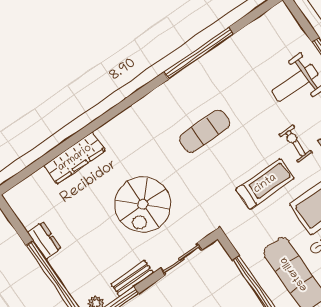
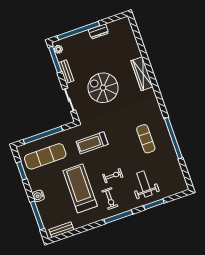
exercise mat: (205, 131) -> (146, 139), moved
wardrobe: (75, 158) -> (142, 74), moved
treadmill: (265, 184) -> (92, 143), moved, turned 90

